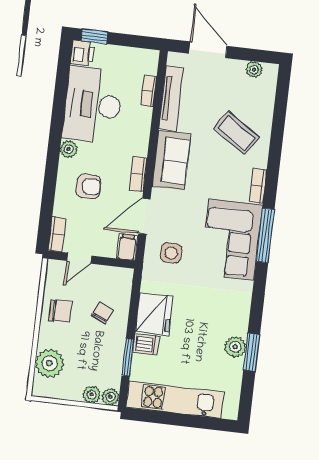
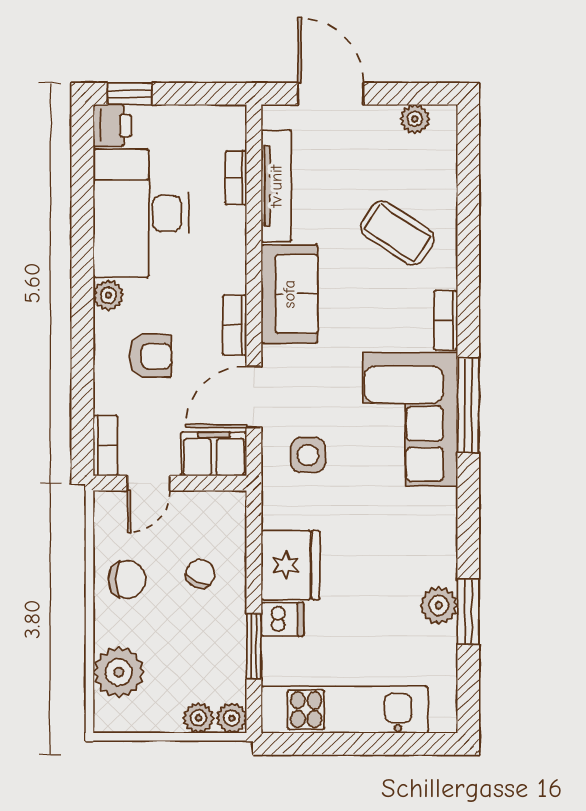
filing cabinet: (127, 247) -> (214, 454), width x2.00

